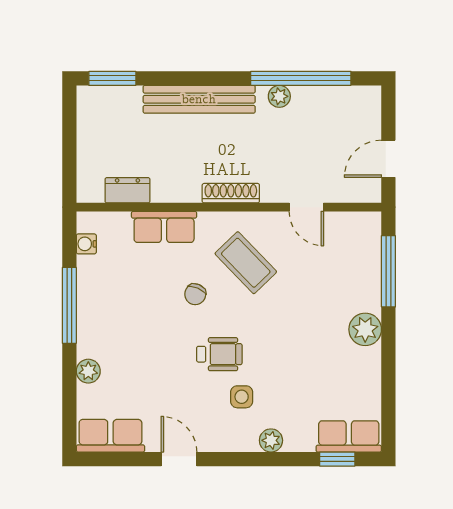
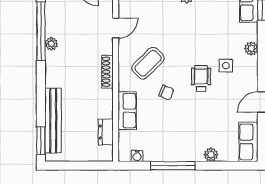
bench: (199, 99) -> (53, 121), moved

